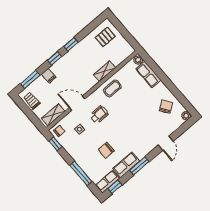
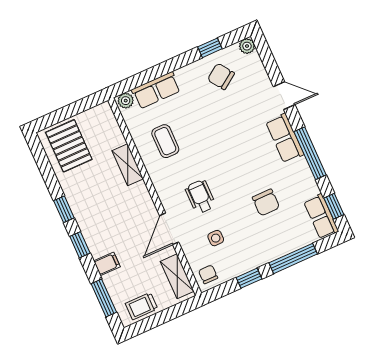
pallet: (105, 37) -> (69, 146), width x1.50, depth x1.42
coffee table: (112, 88) -> (165, 141), moved
window: (179, 96) -> (210, 48), added
window: (55, 144) -> (249, 278), moved
row of seats: (126, 165) -> (285, 138), moved
window: (139, 166) -> (310, 153), width x1.44

